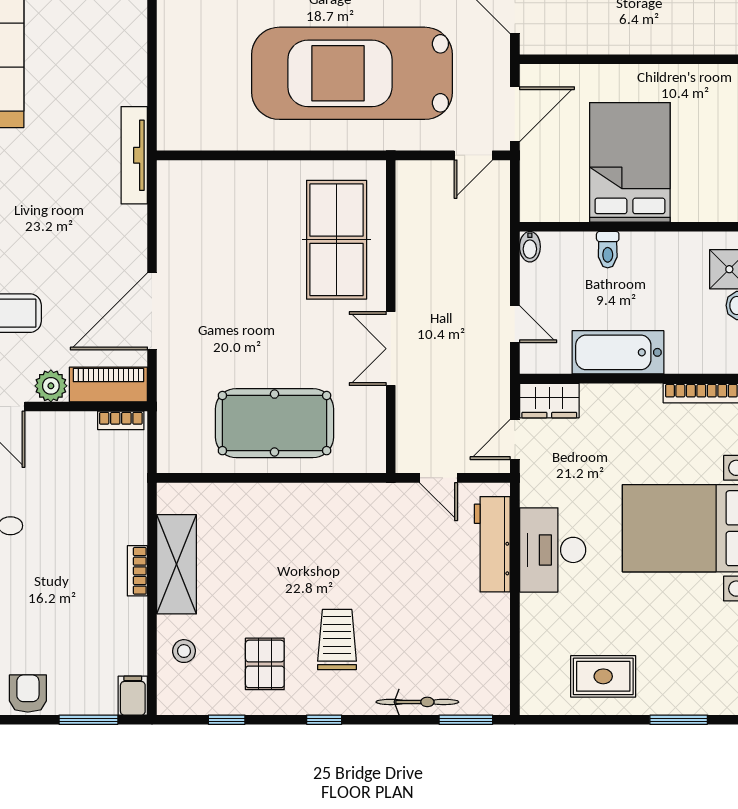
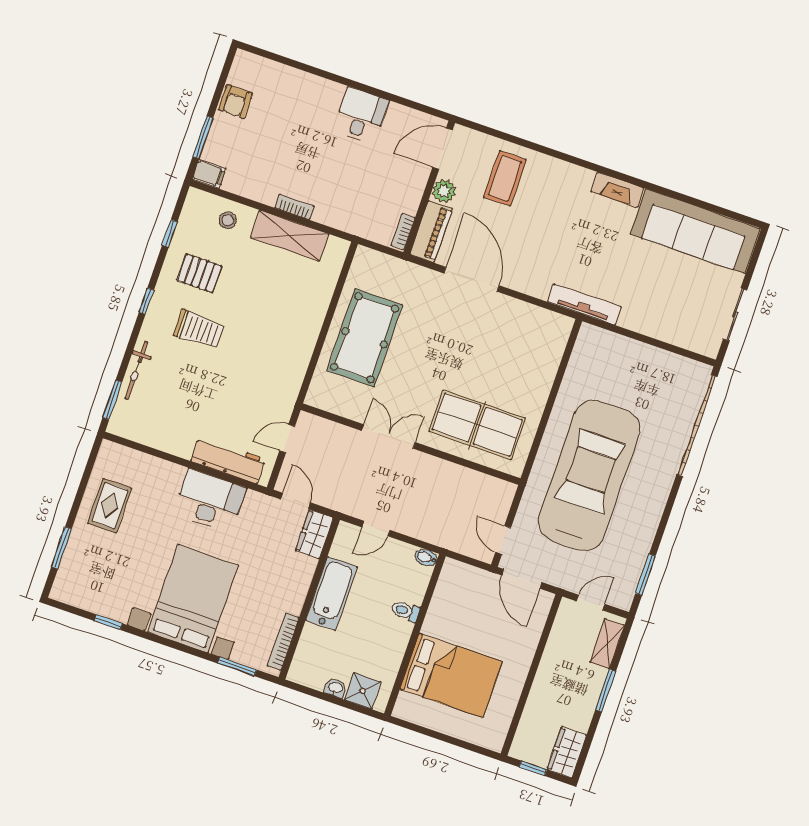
bed: (630, 162) -> (451, 675), moved
armchair: (28, 693) -> (236, 101), turned 90

